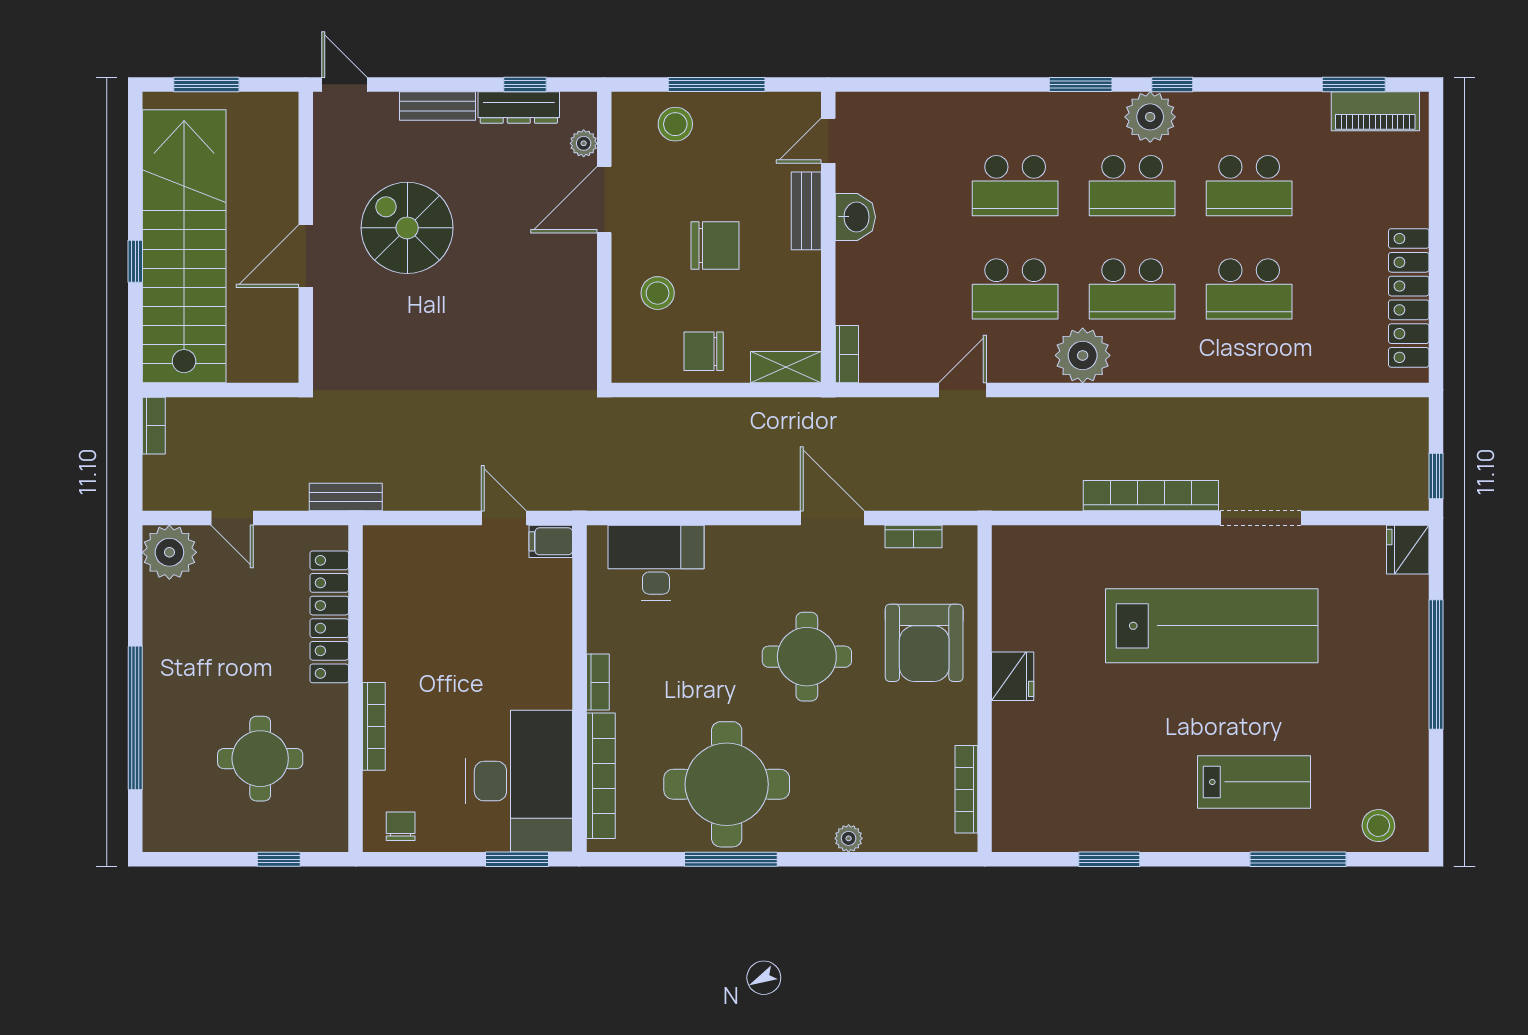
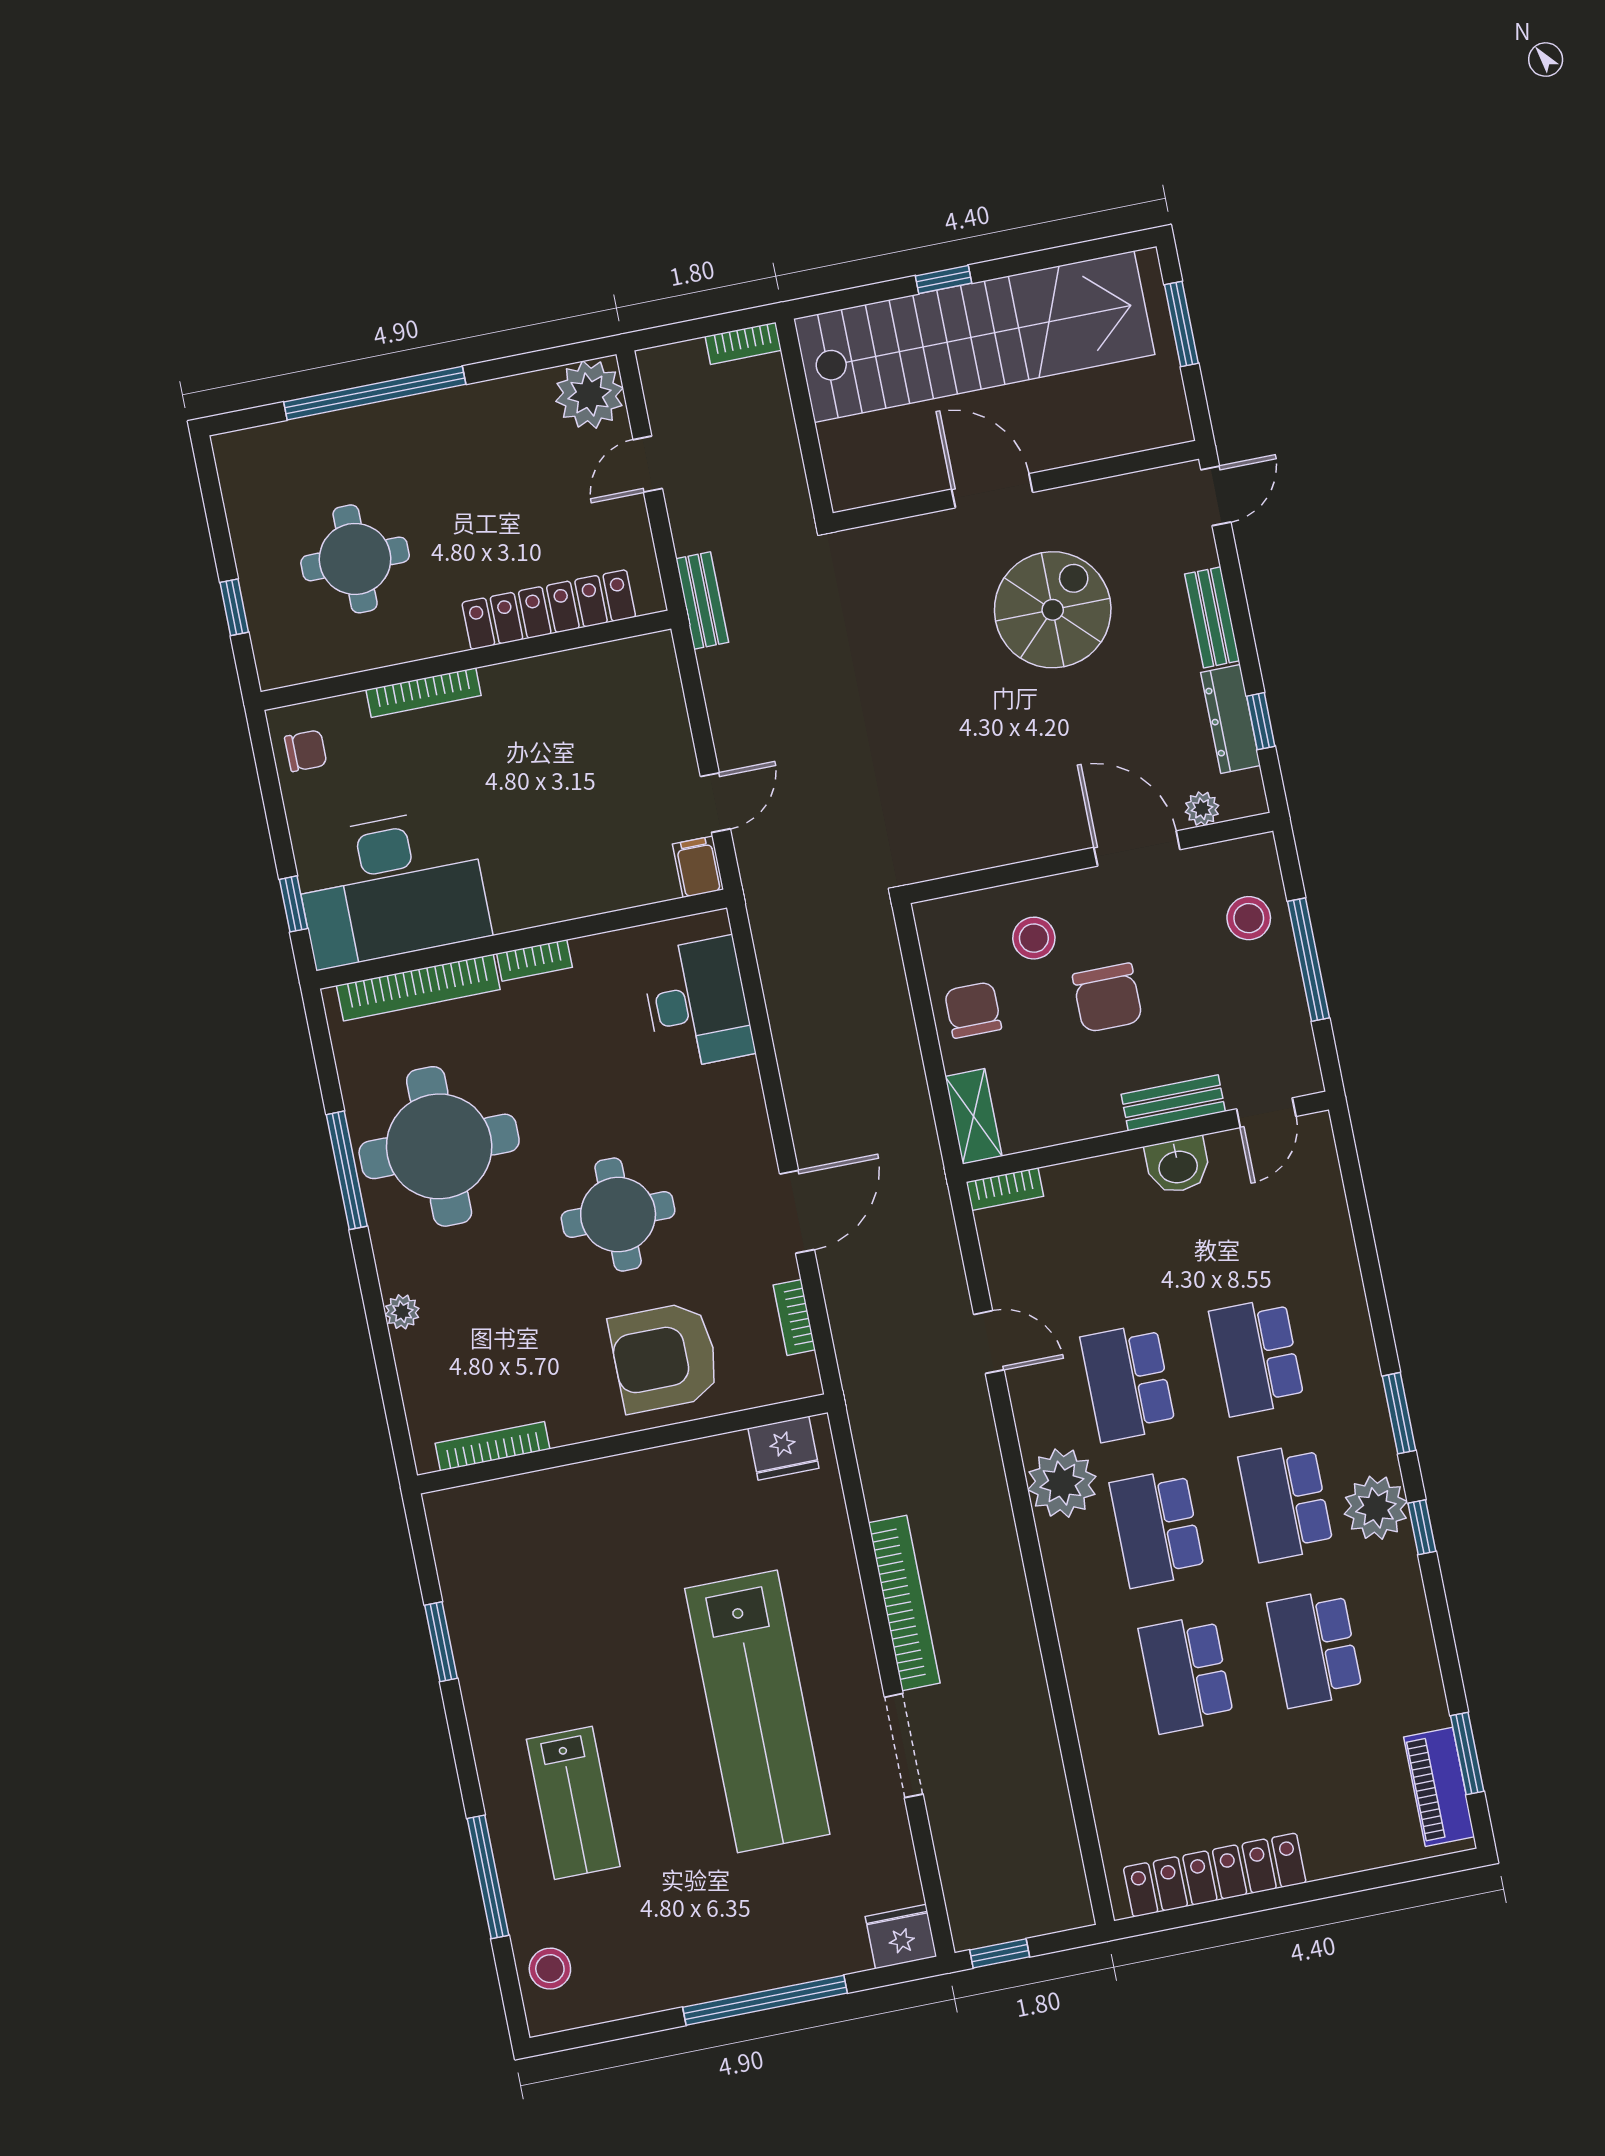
door: (828, 141) -> (1266, 1113), swing flipped
fridge: (1013, 676) -> (783, 1448), moved
window: (517, 859) -> (294, 904), width x0.67

